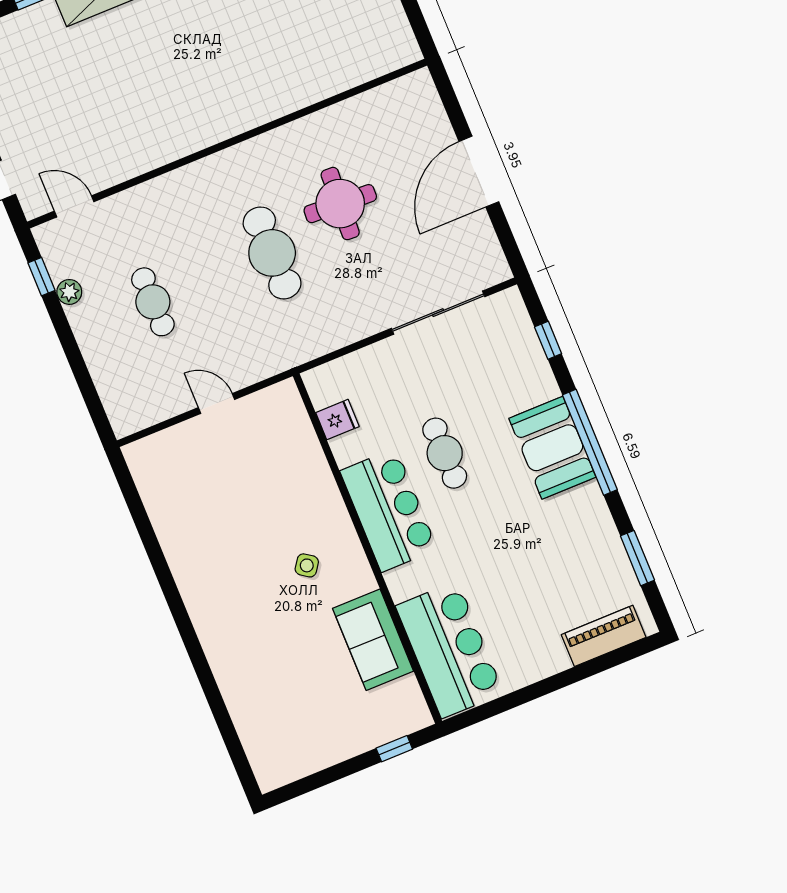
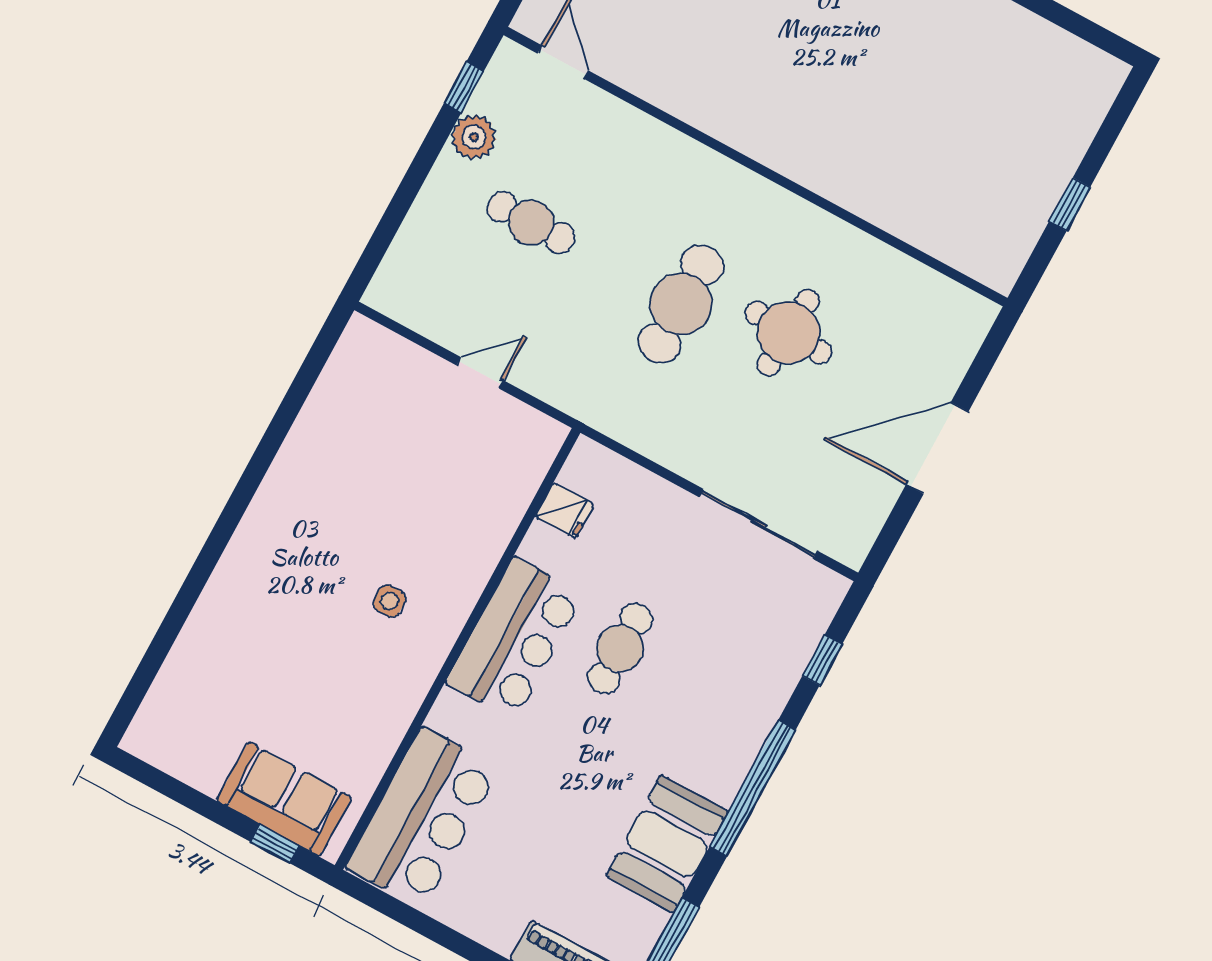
plant: (69, 292) -> (474, 137), width x1.38, depth x1.38
cafe table: (153, 302) -> (531, 223), turned 90
door: (217, 403) -> (480, 373), hinge flipped
booth: (552, 448) -> (667, 844), moved
side table: (307, 565) -> (389, 601), turned -35
sofa: (373, 640) -> (284, 799), moved, turned 90

